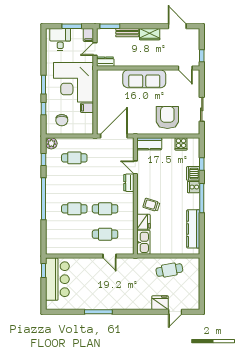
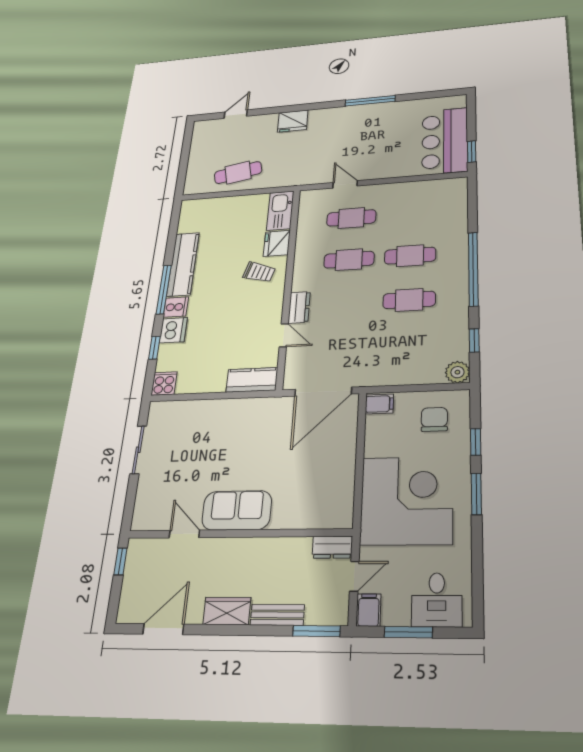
door: (177, 26) -> (163, 629), swing flipped
door: (185, 68) -> (184, 534), moved
sofa: (144, 79) -> (237, 510), width x0.73
filing cabinet: (87, 108) -> (379, 404), moved
armchair: (167, 117) -> (210, 432), removed
cooker: (181, 144) -> (164, 383), moved
cafe table: (74, 158) -> (409, 300), moved
kitchen counter: (193, 229) -> (183, 264), moved
fridge: (160, 303) -> (293, 121), moved

